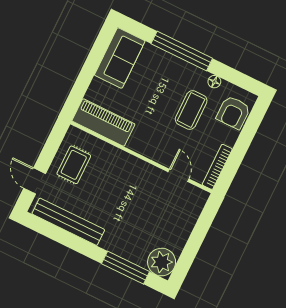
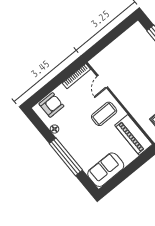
coffee table: (191, 110) -> (104, 114), moved
plant: (162, 262) -> (137, 33), removed

